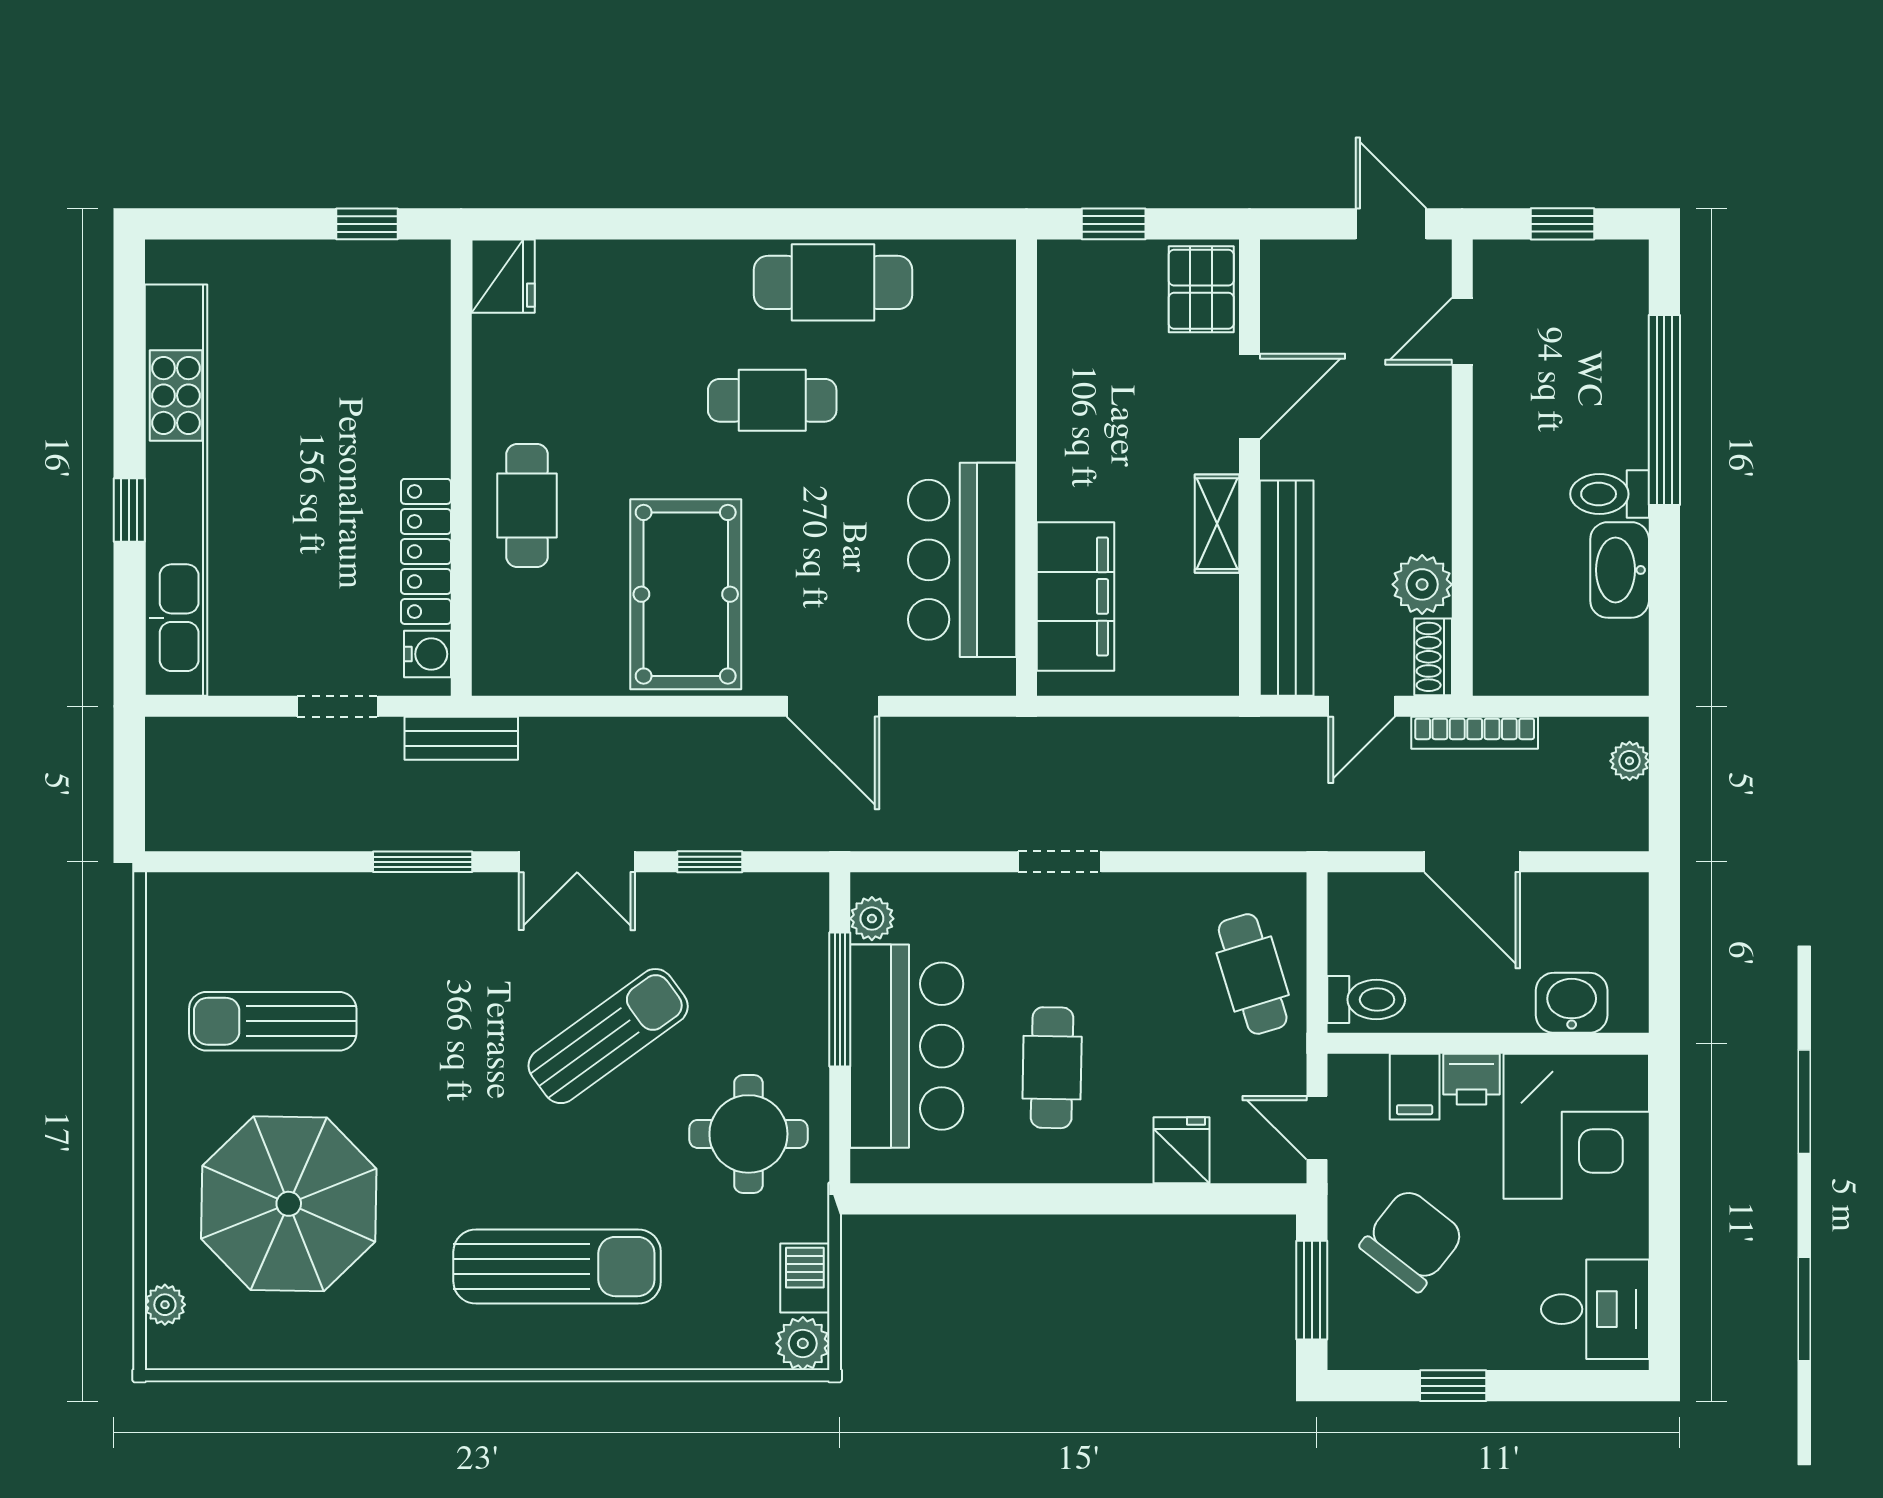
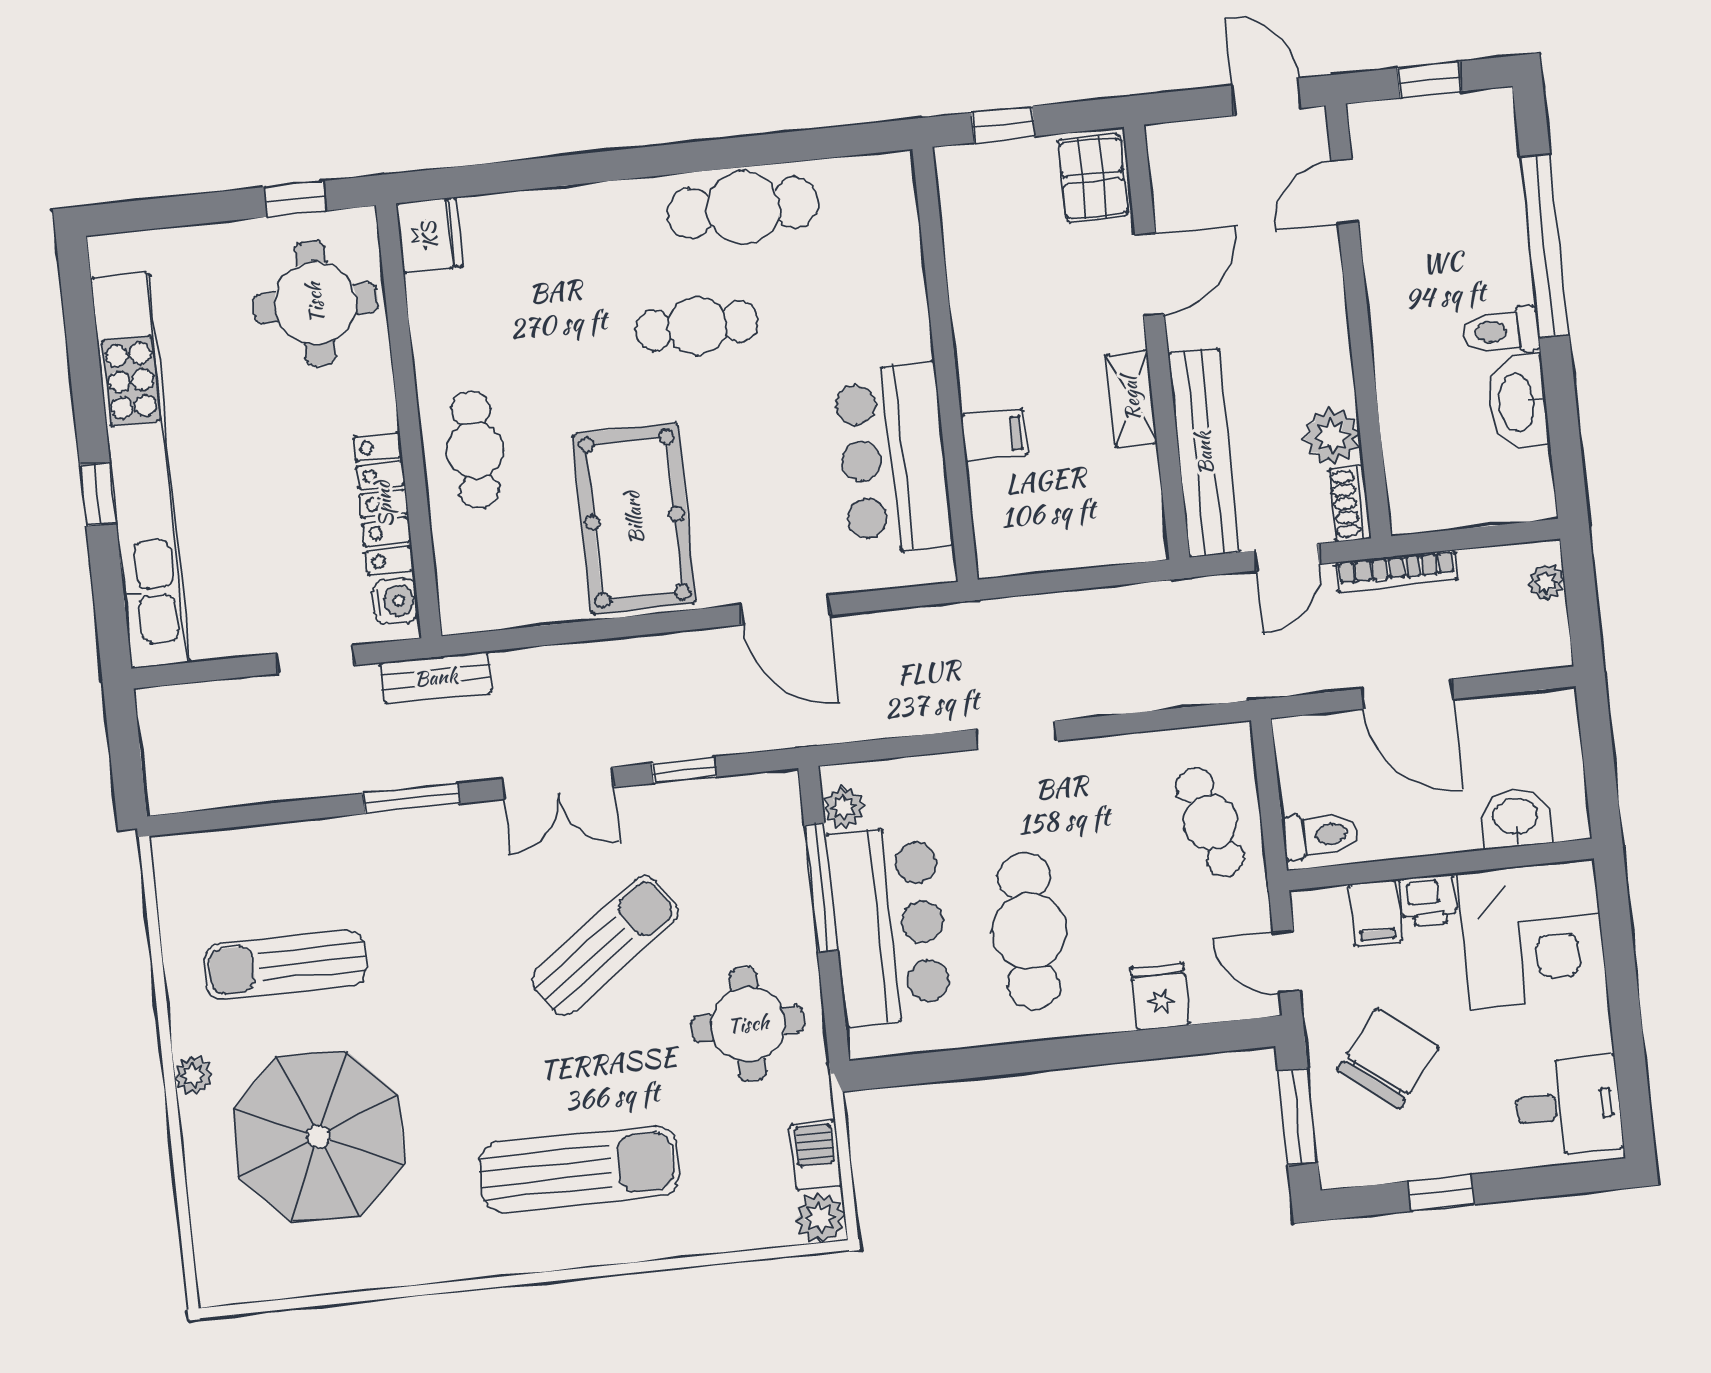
round table: (377, 335) -> (315, 303), added
filing cabinet: (1075, 596) -> (994, 435), width x0.33, depth x0.86
cafe table: (1052, 1068) -> (1029, 931), width x1.37, depth x1.35
plant: (165, 1305) -> (193, 1075), moved

